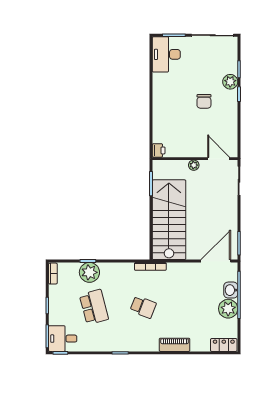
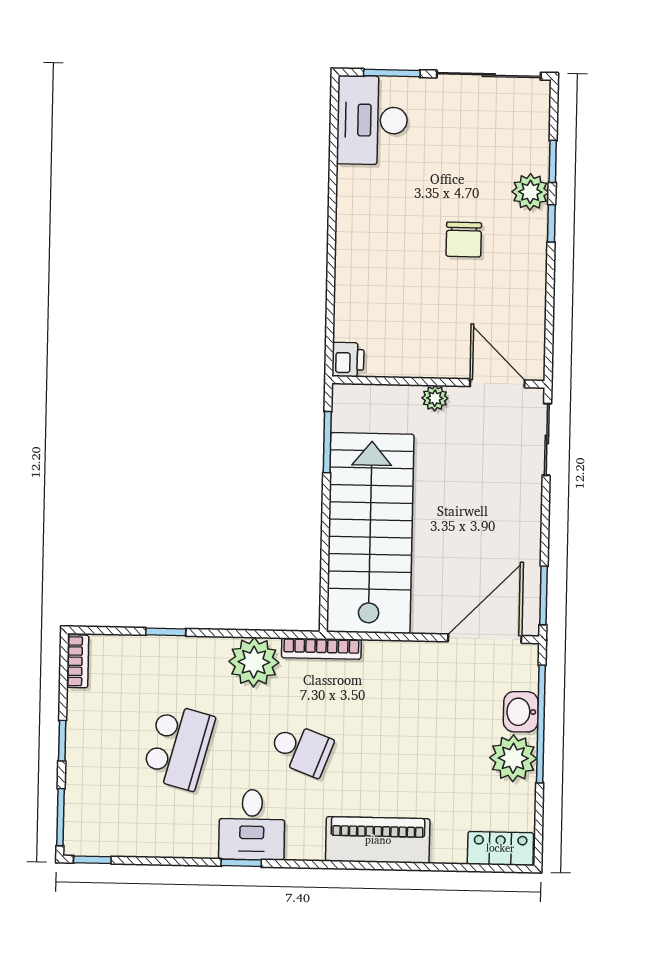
plant: (89, 272) -> (254, 662), moved
school desk: (94, 307) -> (178, 747), turned 30
desk: (63, 339) -> (252, 825), moved, turned -90
piano: (175, 345) -> (378, 840), width x1.37, depth x1.33

